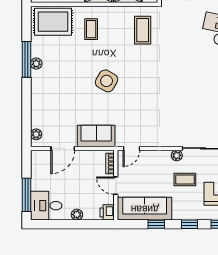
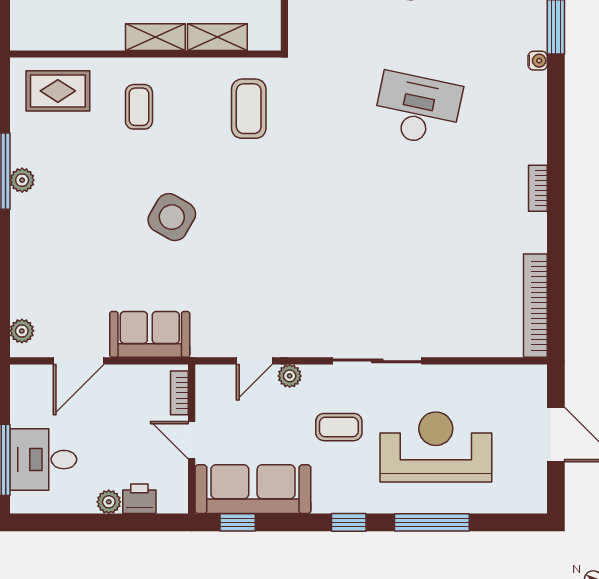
rug: (53, 22) -> (58, 91), width x0.73, depth x0.70
door: (131, 148) -> (254, 361), moved
plant: (177, 155) -> (290, 376), moved
desk: (46, 206) -> (43, 460), moved
printer: (107, 212) -> (139, 499), moved, turned 90
window: (156, 224) -> (238, 522), moved

